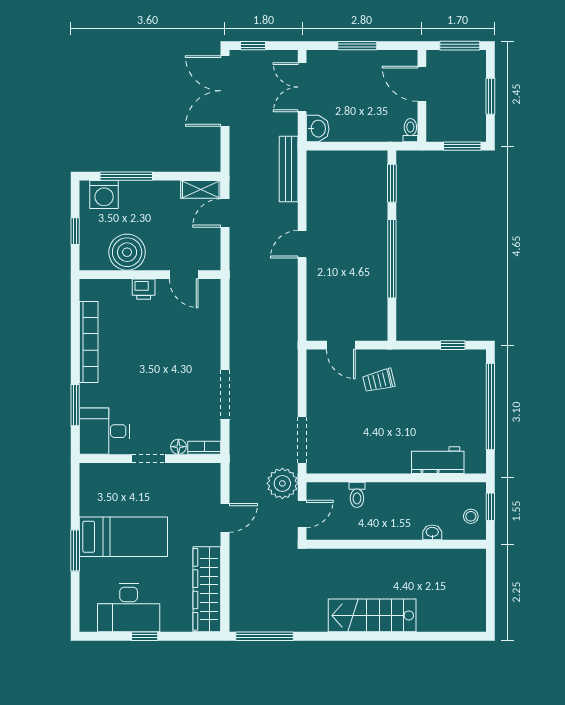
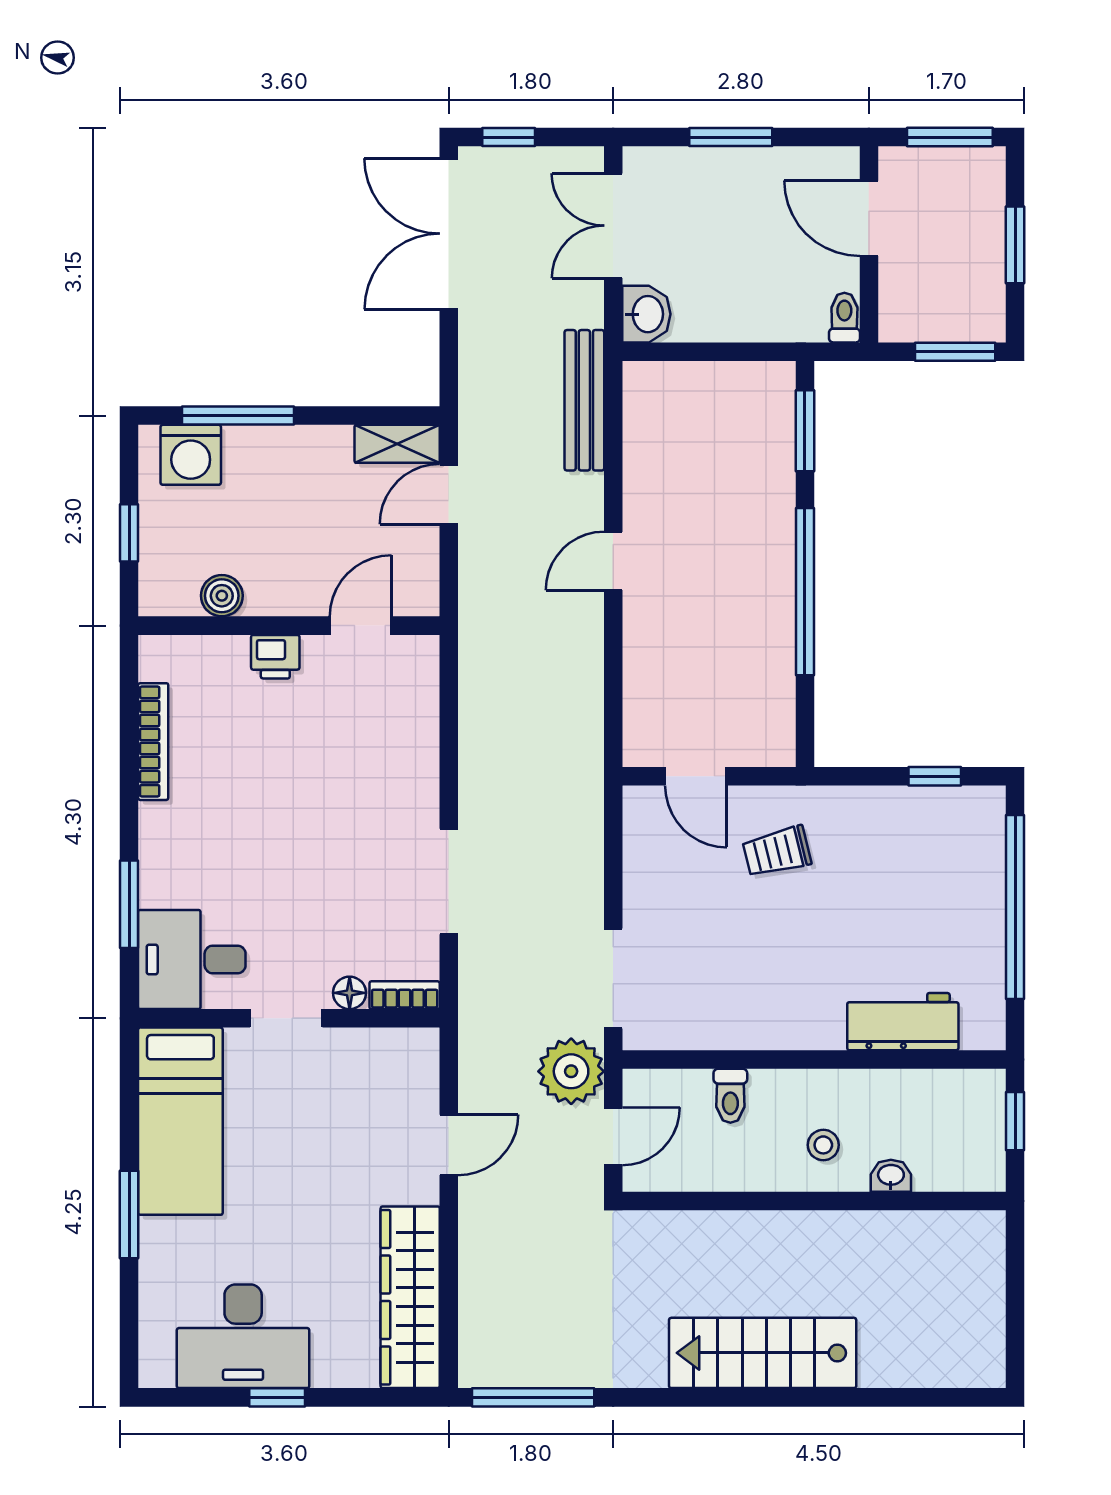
boiler: (127, 252) -> (222, 596), width x0.54, depth x0.54
door: (184, 275) -> (361, 626), swing flipped
bookcase: (89, 342) -> (153, 742), width x0.68, depth x0.76
stool: (471, 516) -> (823, 1145), moved
bed: (123, 537) -> (180, 1121), moved, turned 90

